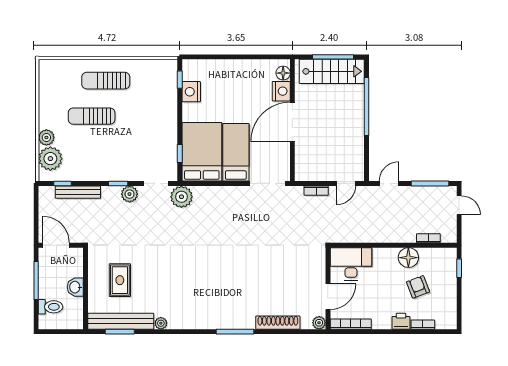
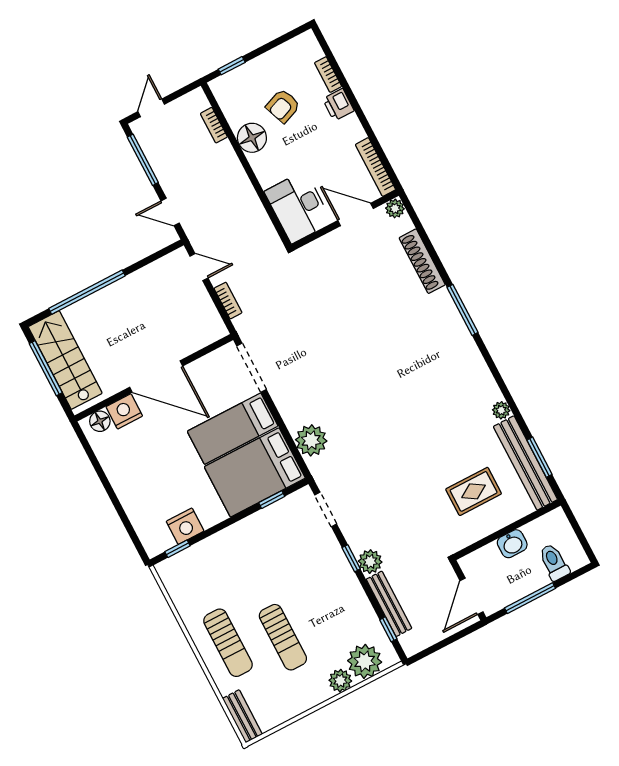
bench: (56, 66) -> (242, 716), added
plant: (130, 194) -> (370, 562), moved
plant: (181, 197) -> (311, 440), moved

